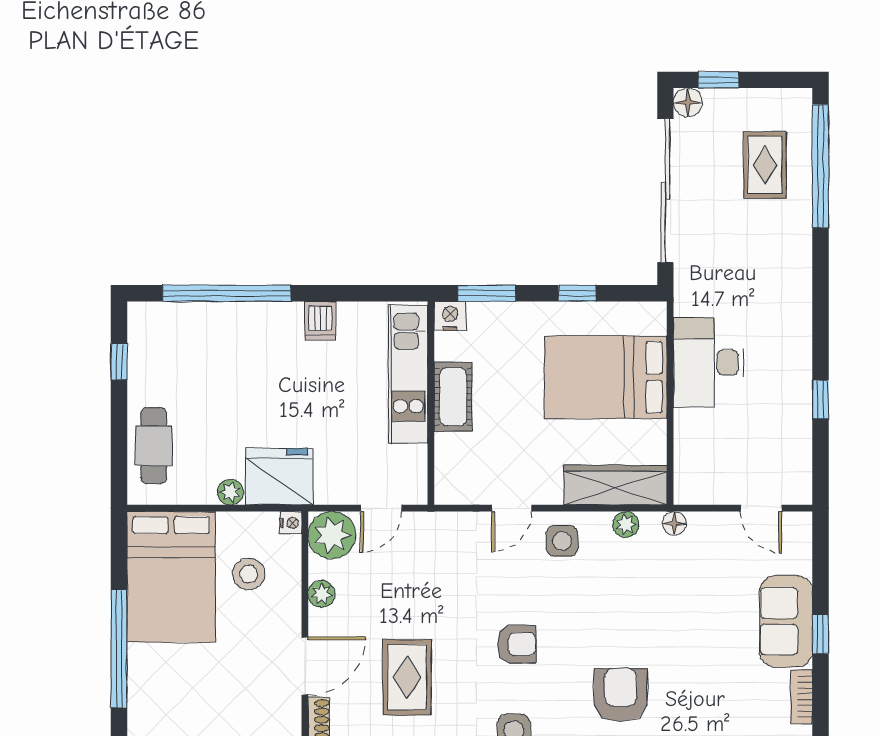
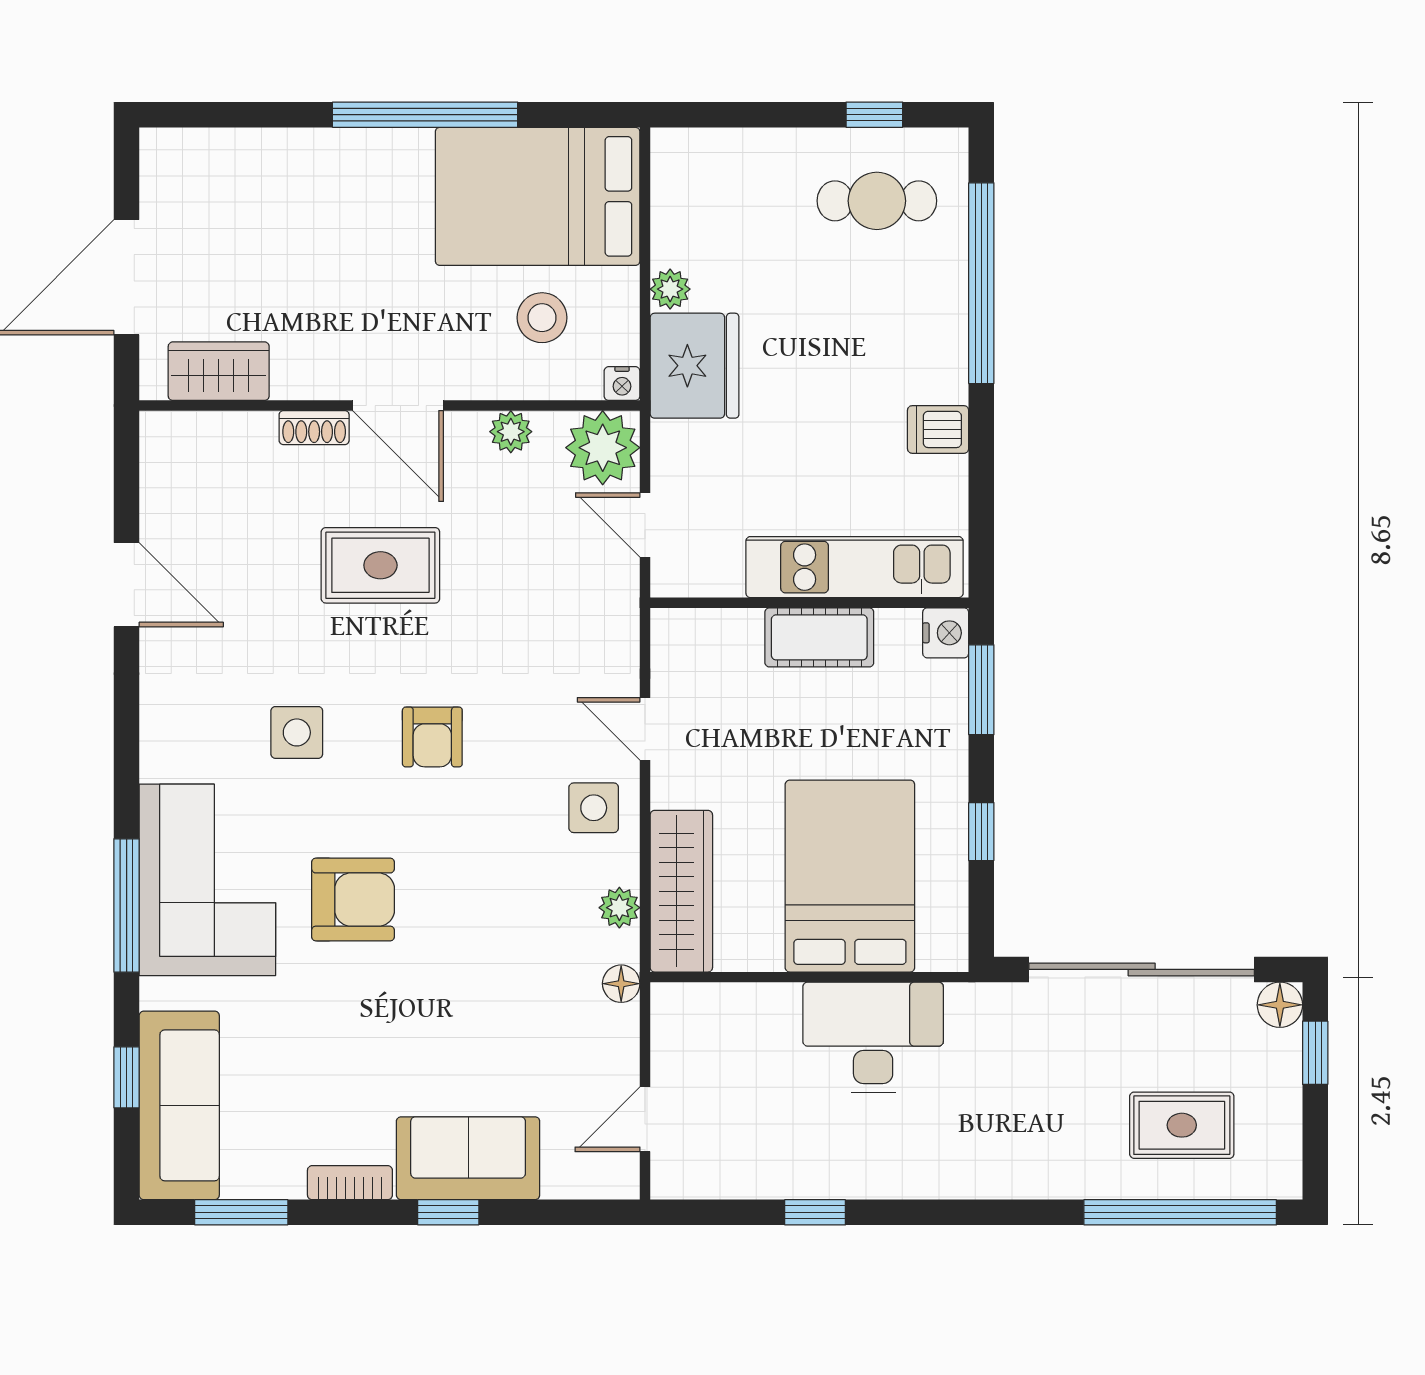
cafe table: (154, 446) -> (877, 201), moved

